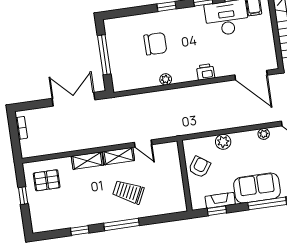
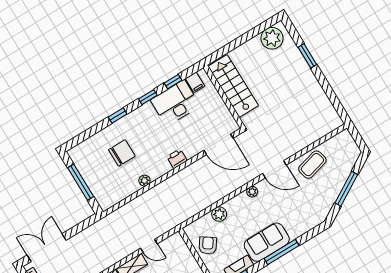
double door: (74, 99) -> (47, 248), moved

